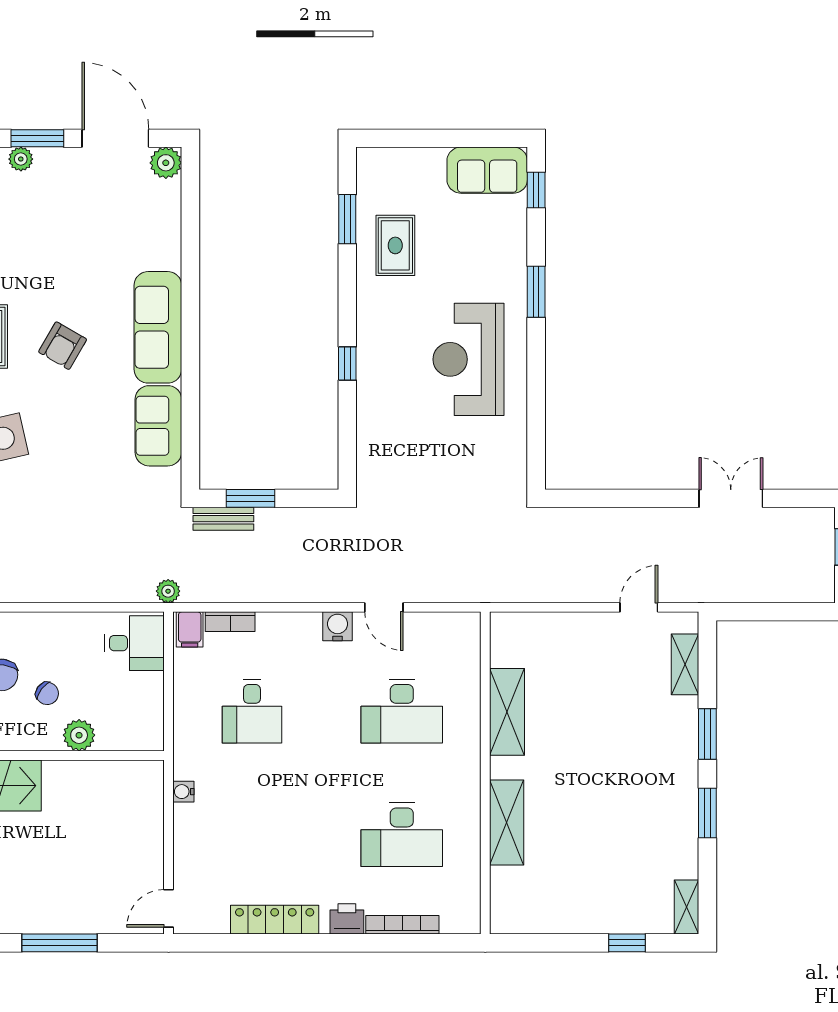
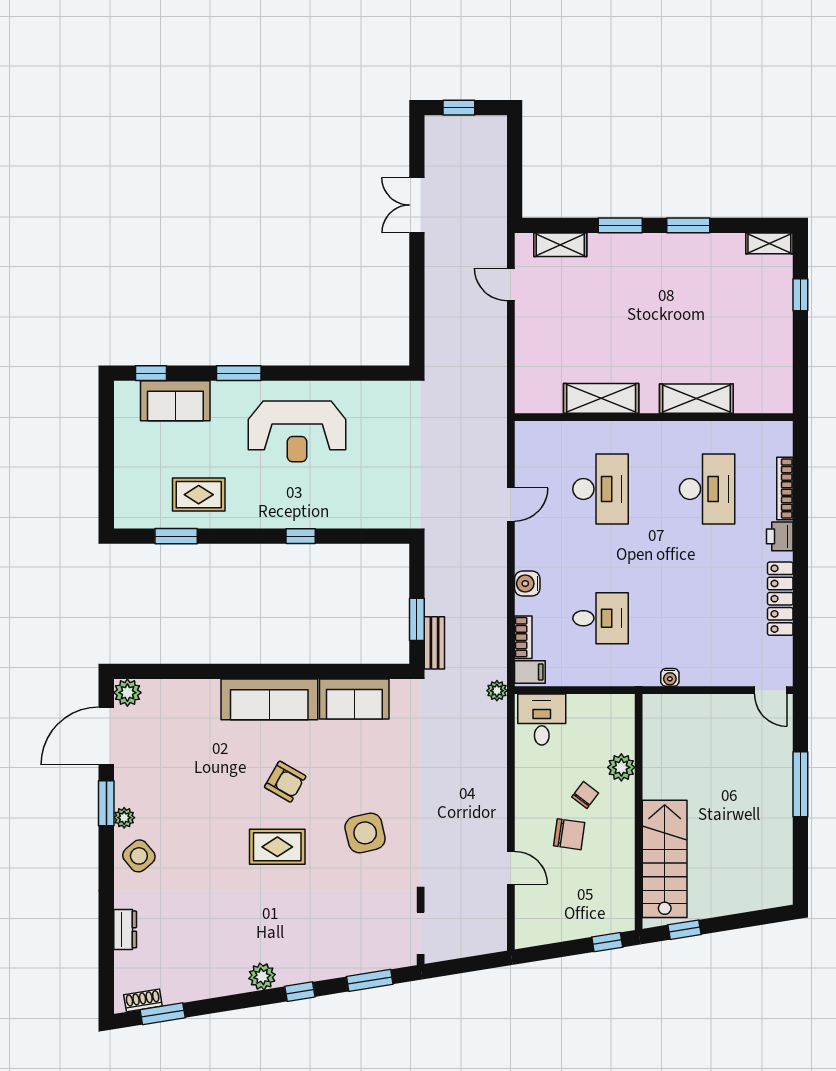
sofa: (487, 170) -> (175, 401), moved, turned 90
water cooler: (338, 626) -> (527, 584), moved

